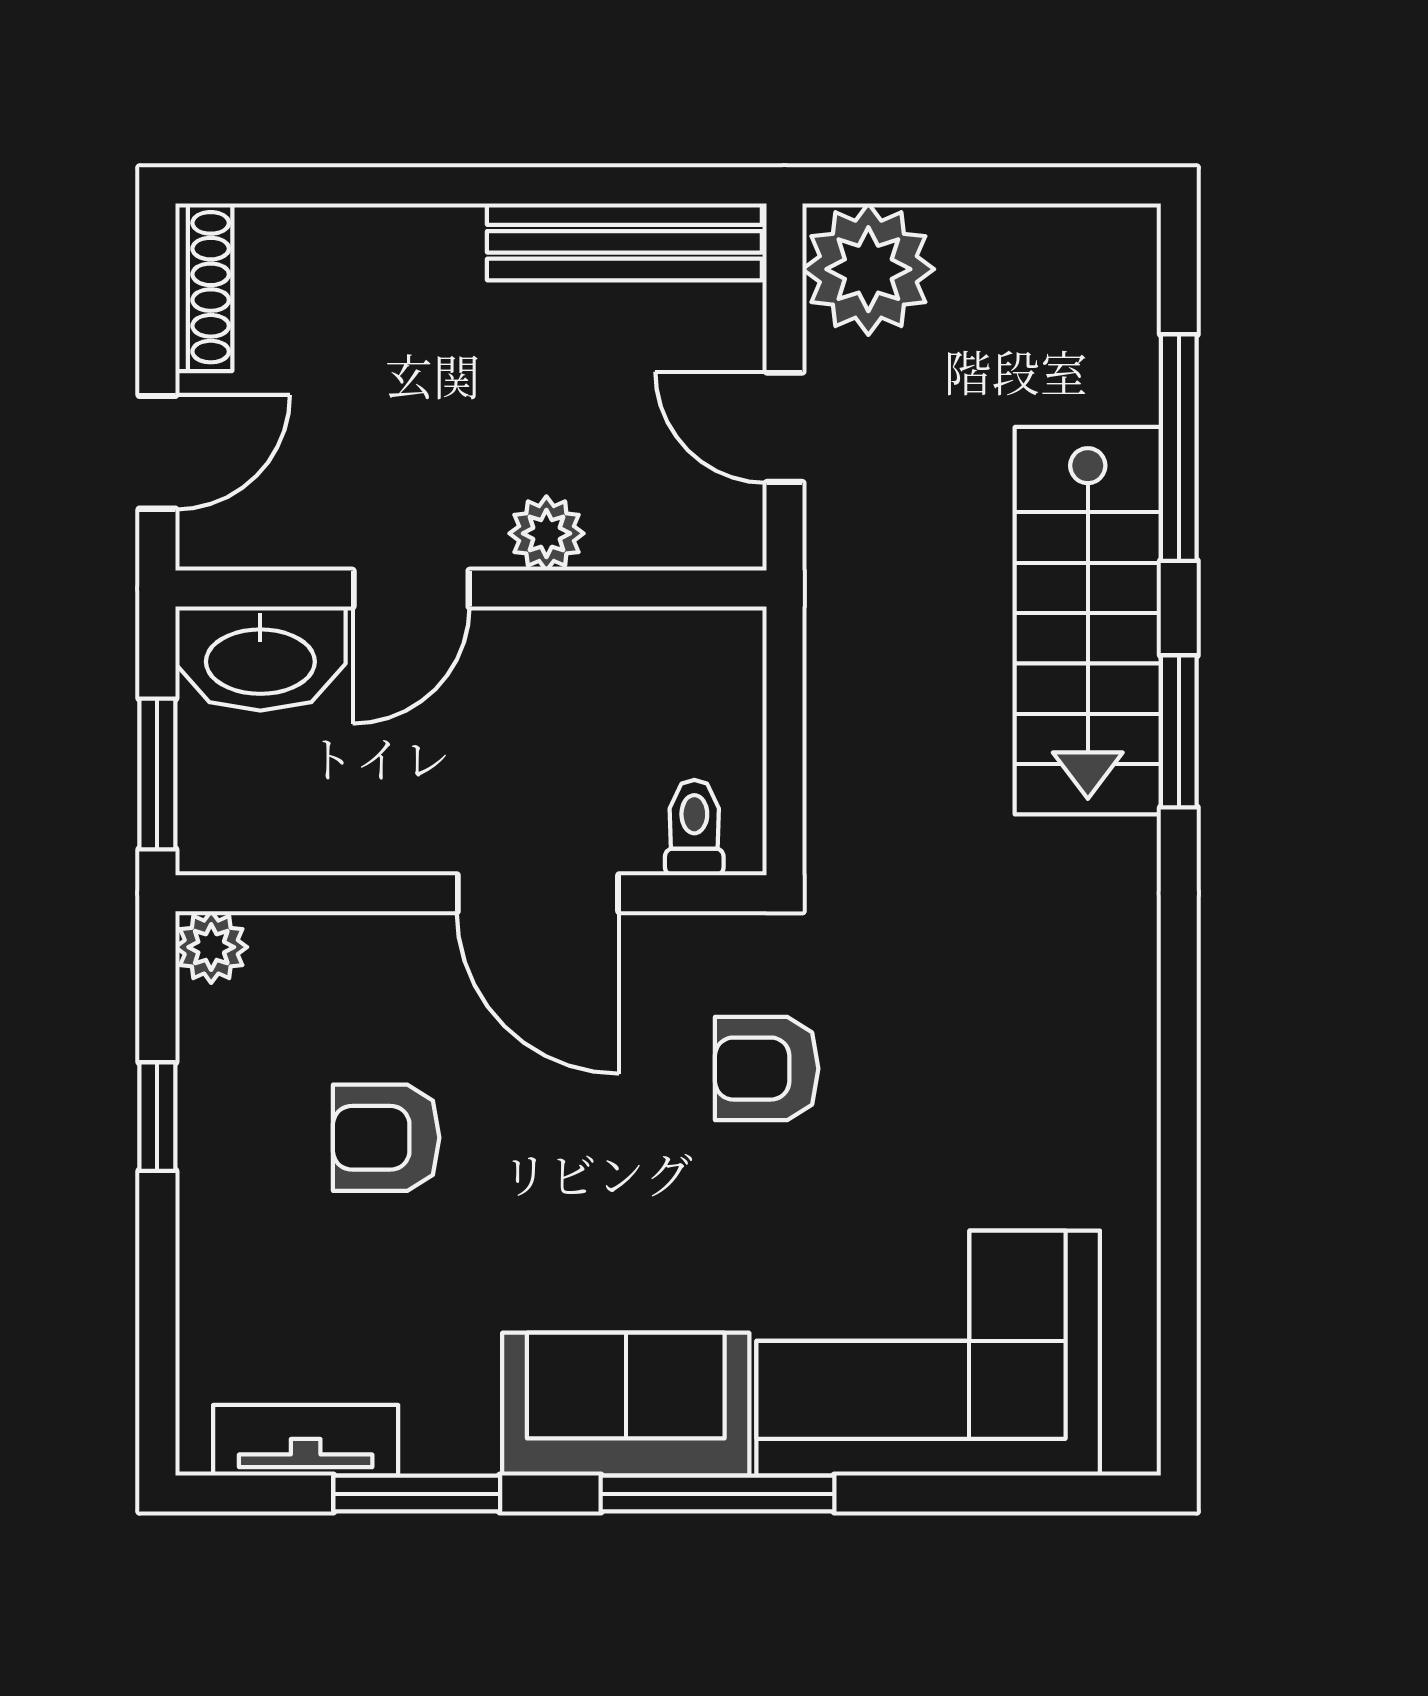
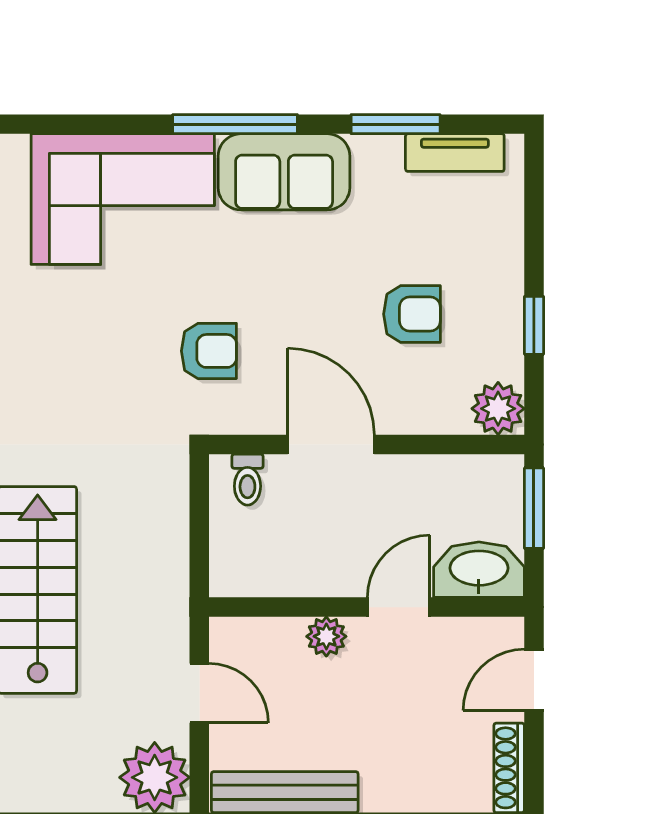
plant: (211, 947) -> (498, 409), width x1.38, depth x1.38

